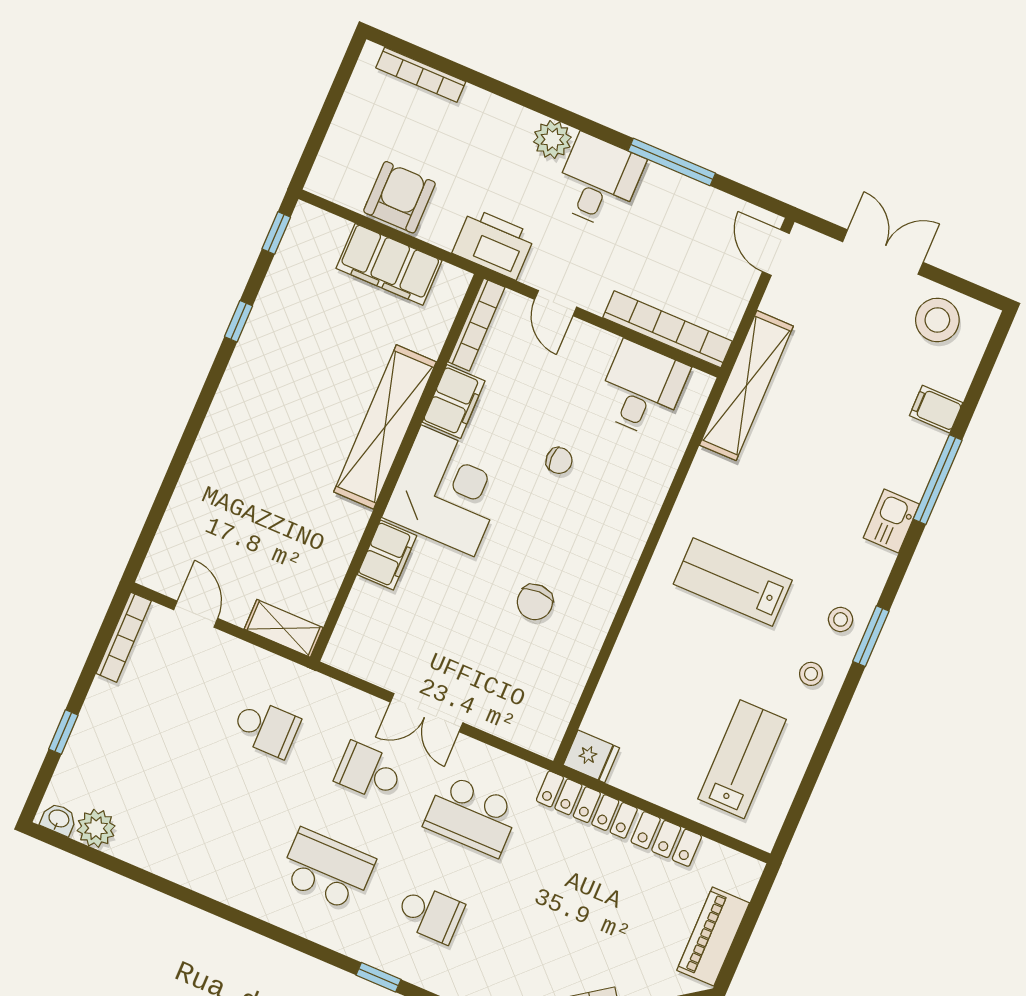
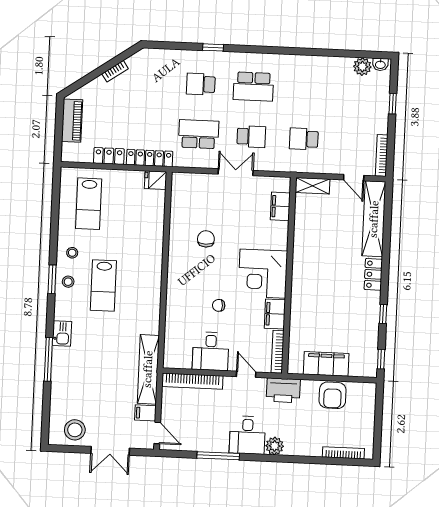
desk: (642, 389) -> (211, 351), moved
locker: (229, 407) -> (373, 274), added
filing cabinet: (936, 409) -> (145, 413), moved, turned 180
shelving: (385, 427) -> (374, 219), moved
filing cabinet: (387, 555) -> (280, 206), moved
lab bench: (733, 582) -> (103, 286), moved, turned 90

